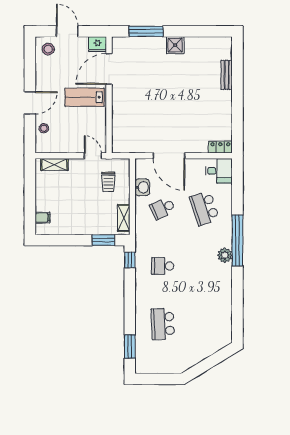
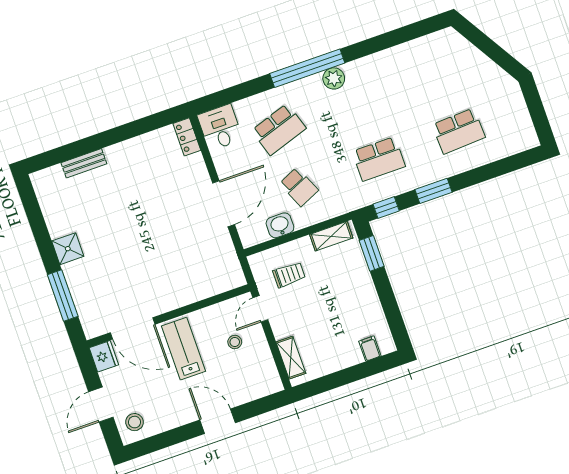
lab bench: (85, 97) -> (183, 349), turned 180
stool: (44, 128) -> (235, 342), moved
school desk: (163, 266) -> (379, 159), width x1.85
window: (130, 346) -> (434, 191), moved

